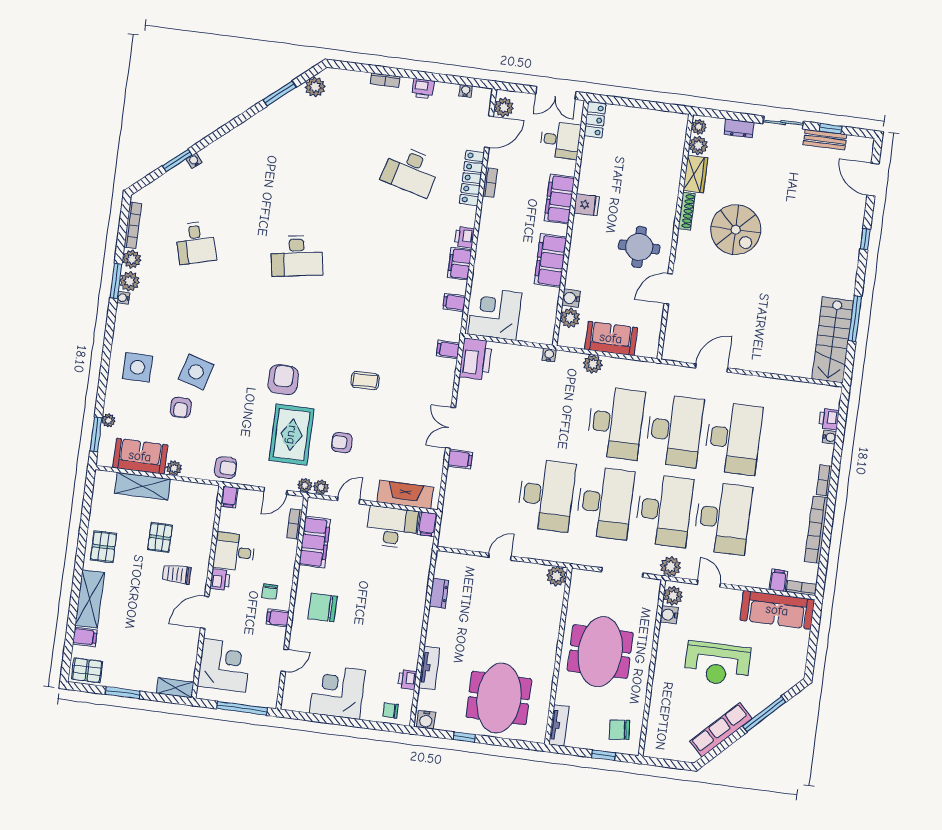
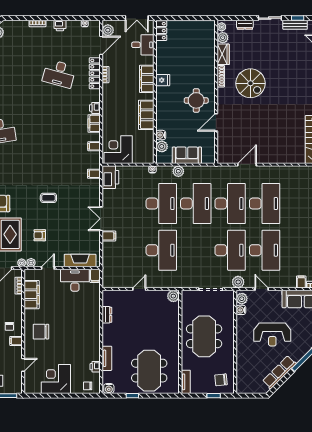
desk: (605, 503) -> (161, 204), moved

